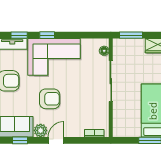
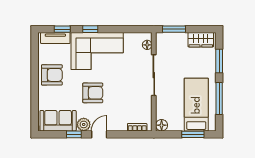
floor lamp: (119, 131) -> (162, 125), added
window: (20, 140) -> (74, 134), moved

